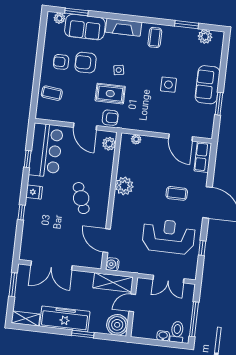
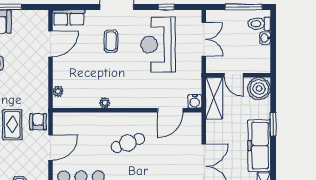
plant: (109, 144) -> (66, 120), removed
plant: (124, 186) -> (105, 103), width x0.53, depth x0.53

